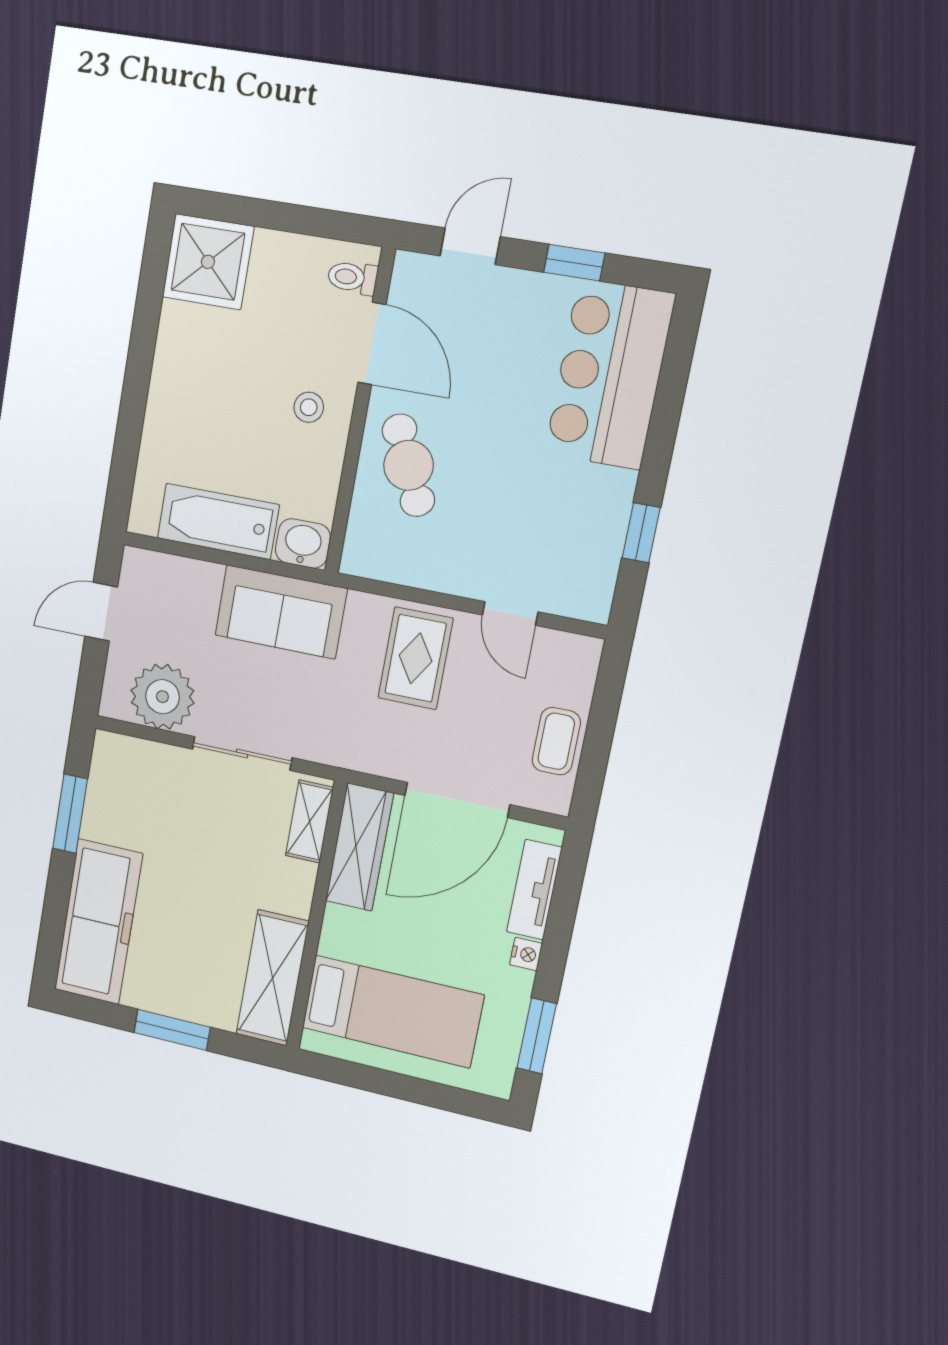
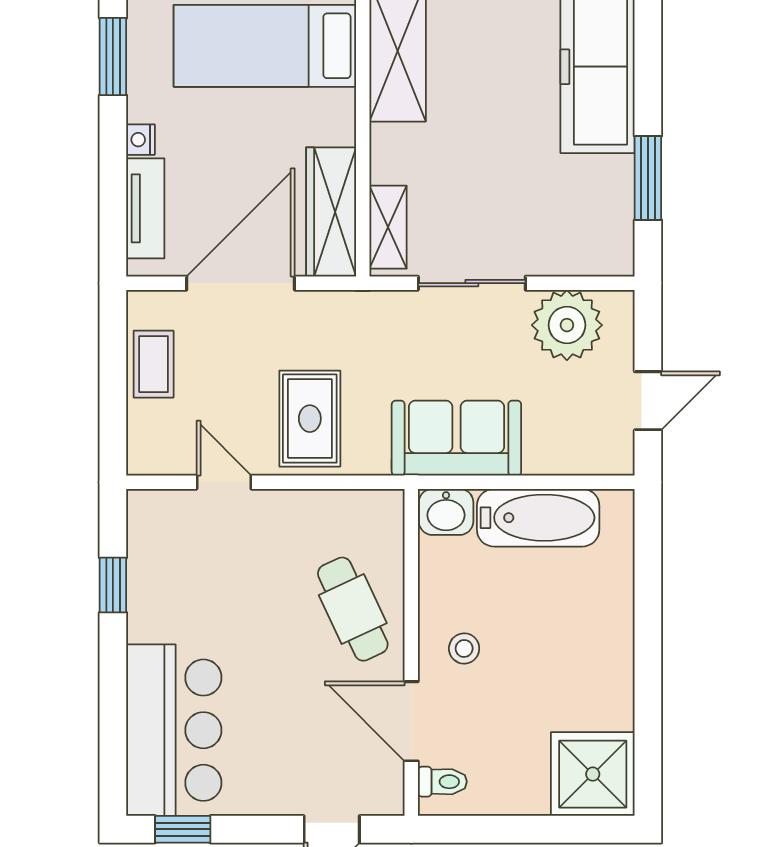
window: (574, 263) -> (183, 829), moved

